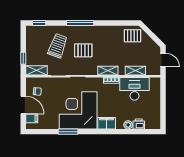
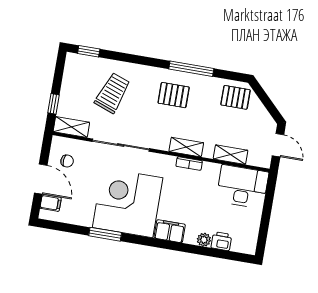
window: (80, 23) -> (191, 69), moved
pallet: (83, 50) -> (174, 95), moved
desk: (134, 89) -> (242, 187), moved

